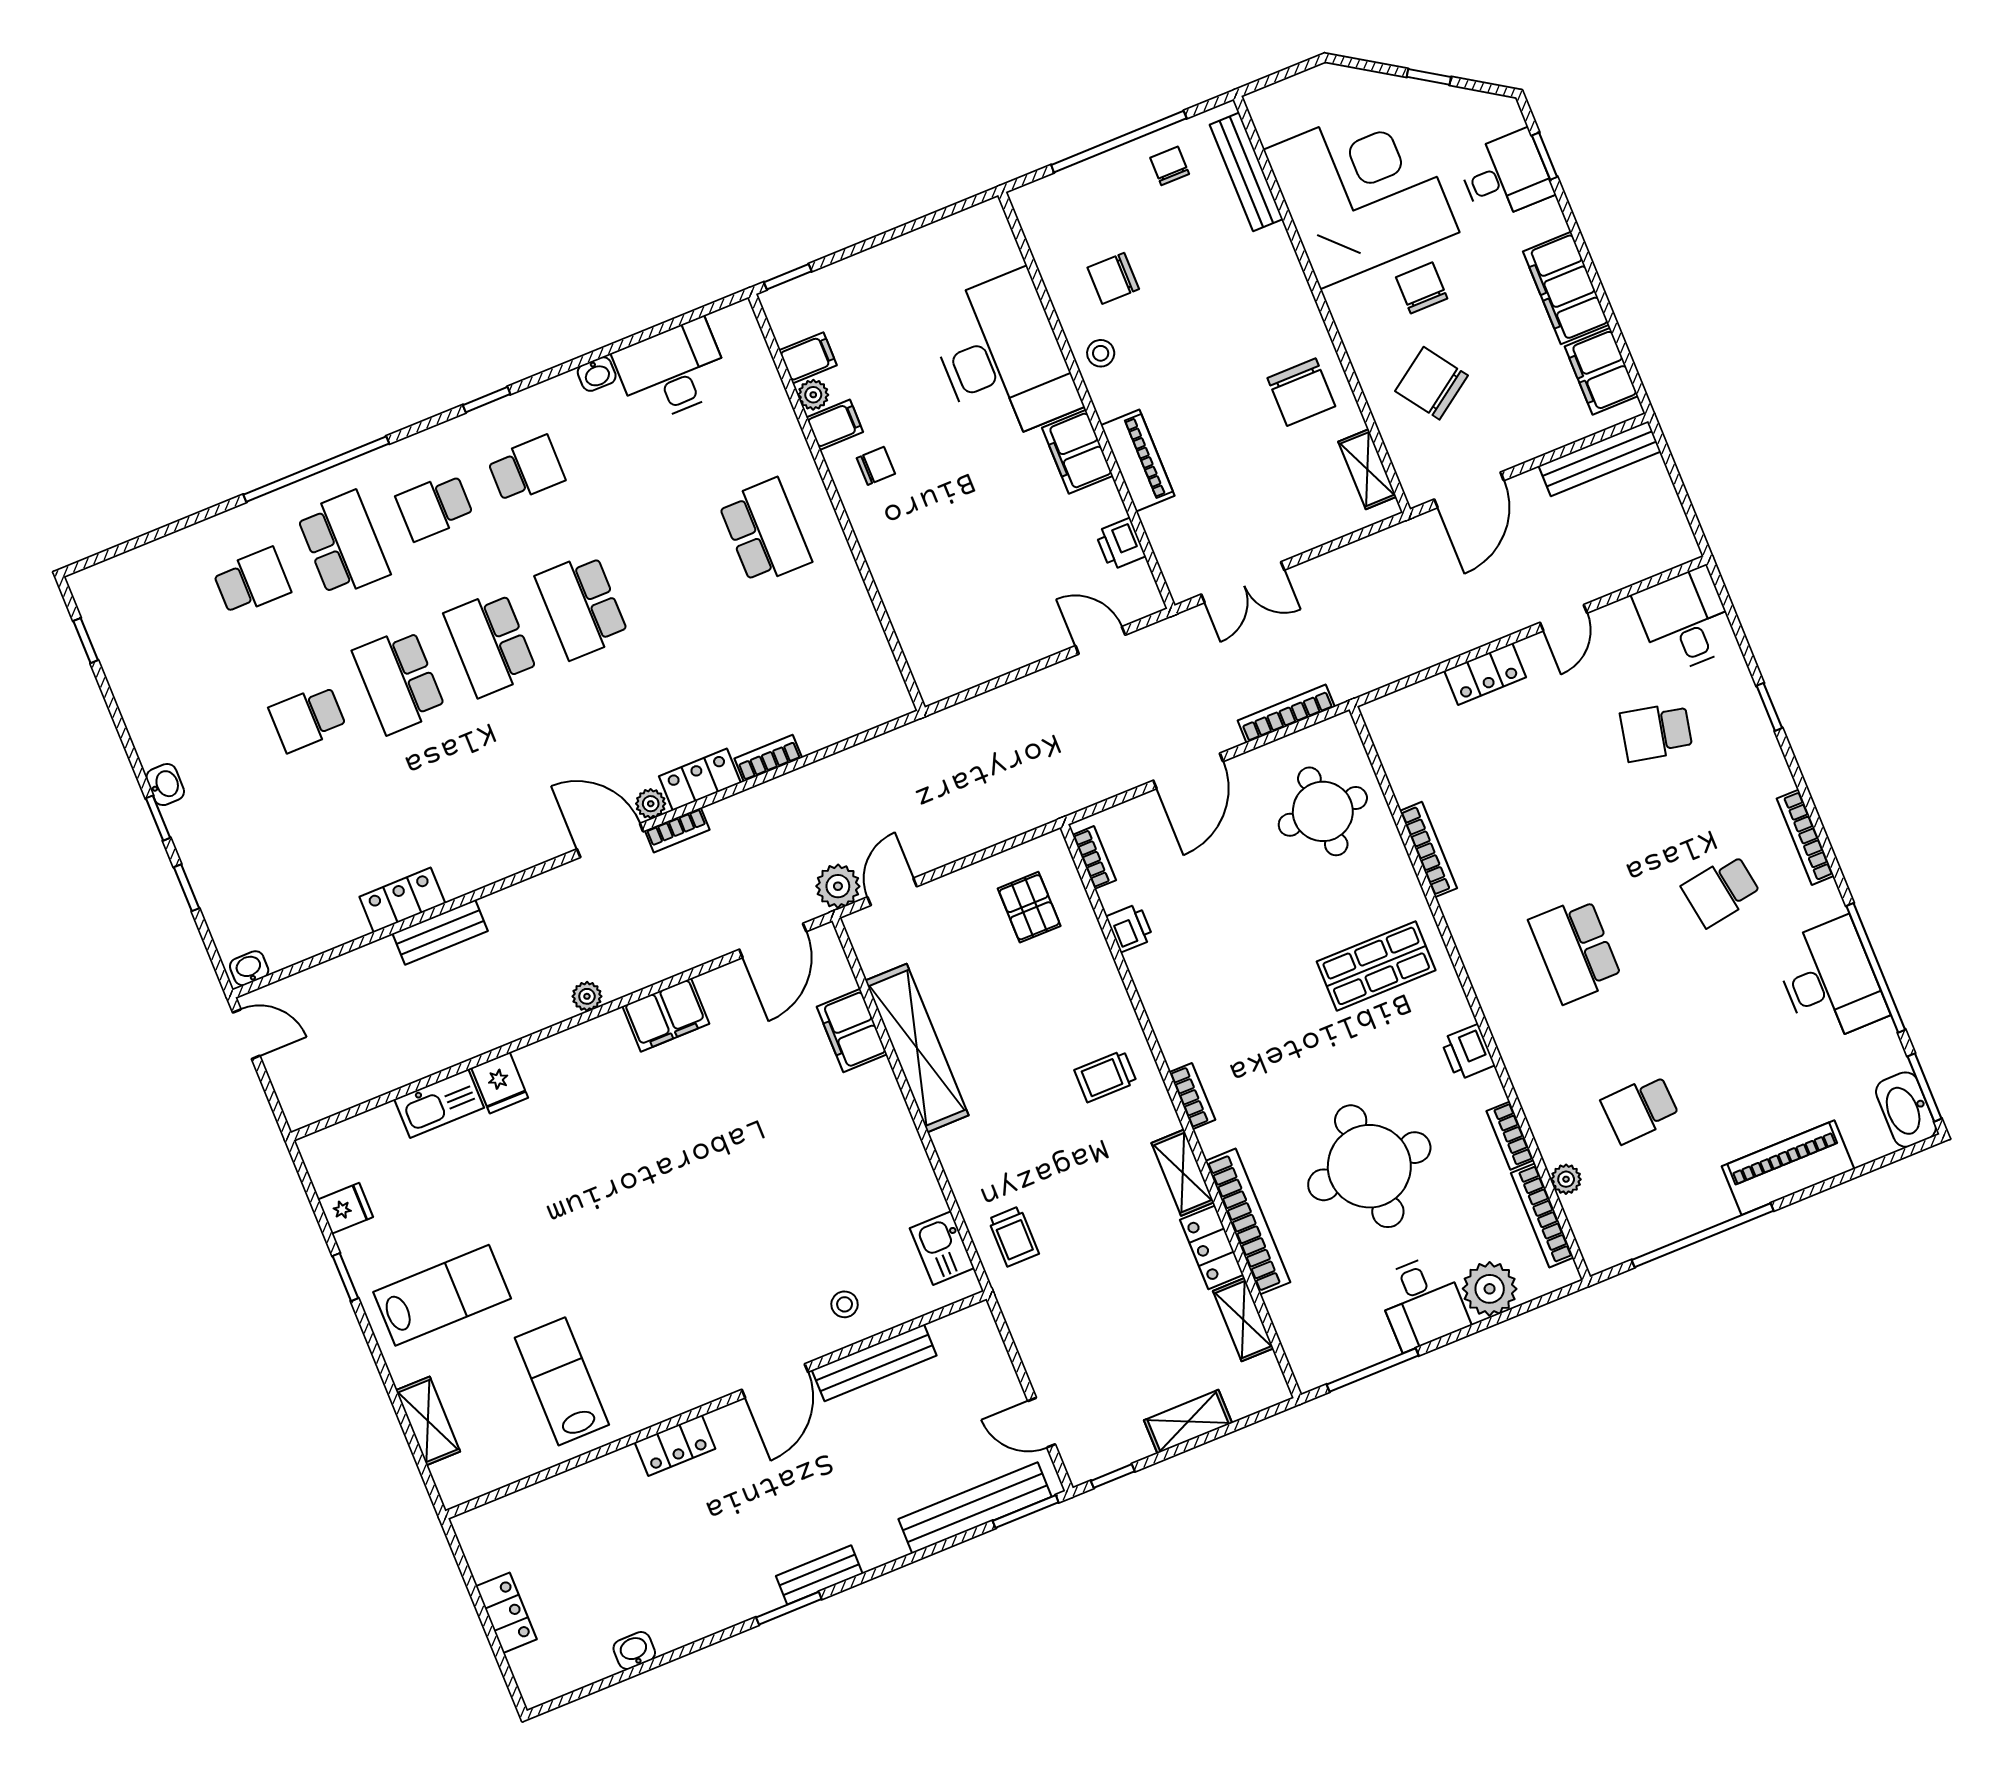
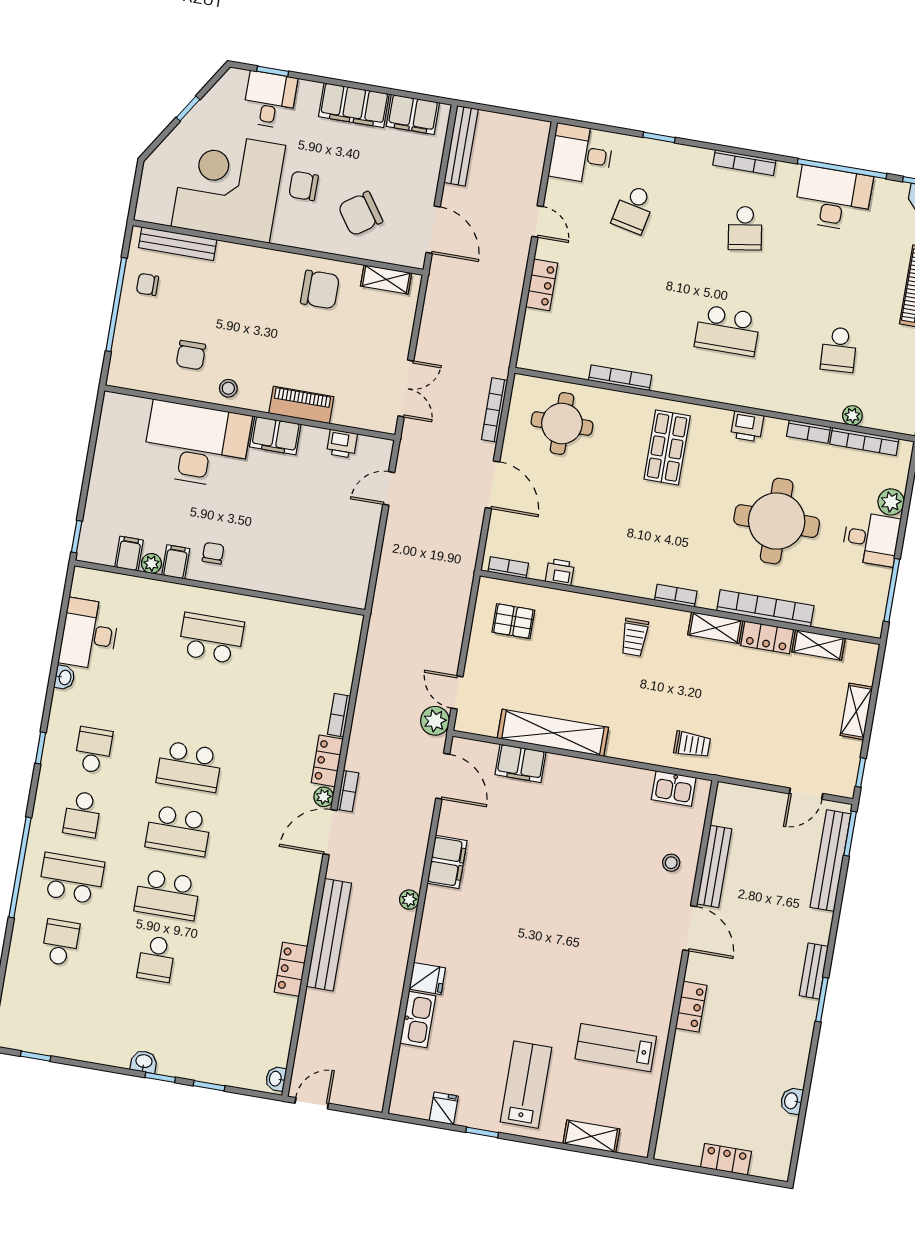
bench: (440, 932) -> (329, 935), width x1.86, depth x1.21
plant: (1490, 1289) -> (891, 502), width x0.73, depth x0.73

